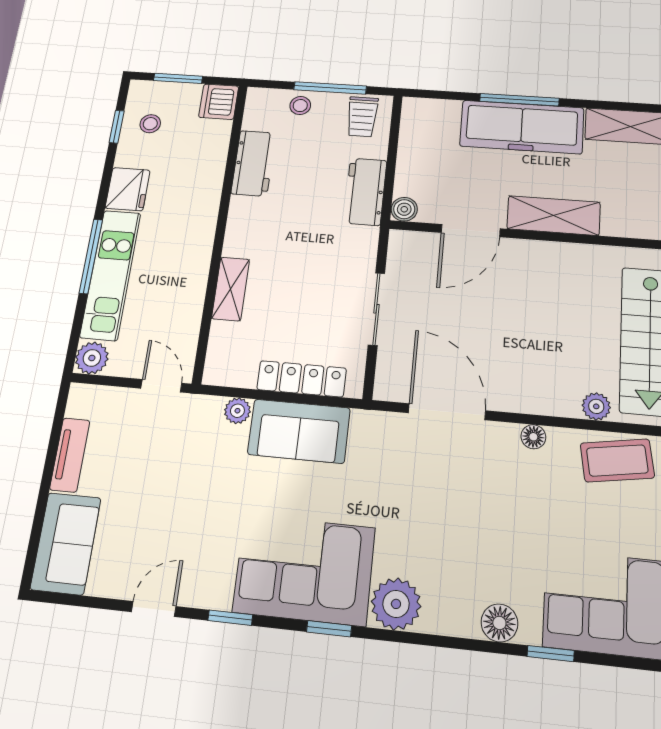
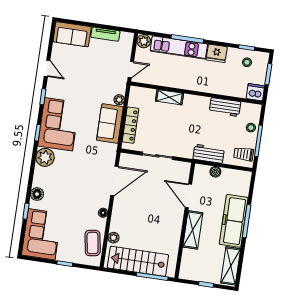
boiler: (404, 209) -> (215, 172), moved

